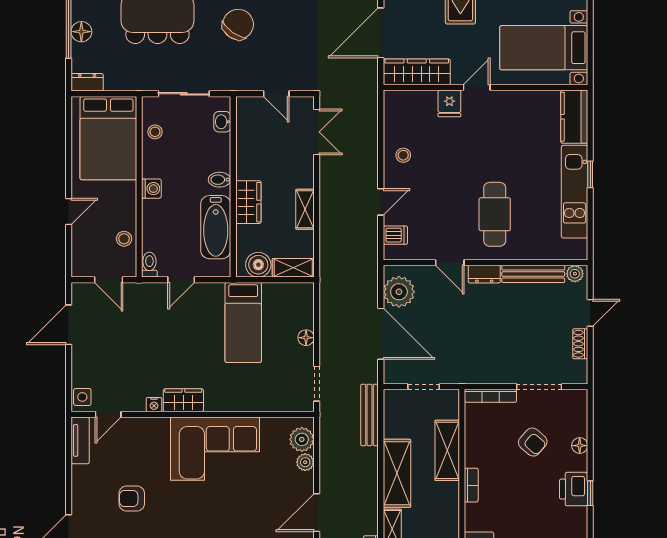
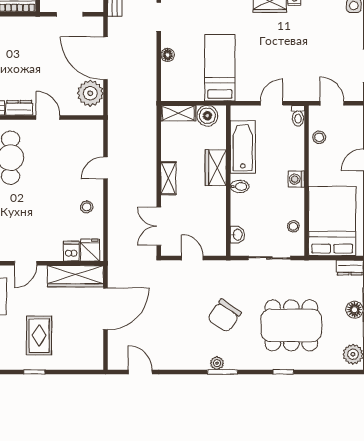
fridge: (449, 103) -> (90, 250), moved
shelving: (305, 209) -> (168, 178), moved
dishwasher: (395, 235) -> (71, 251), moved, turned 90

